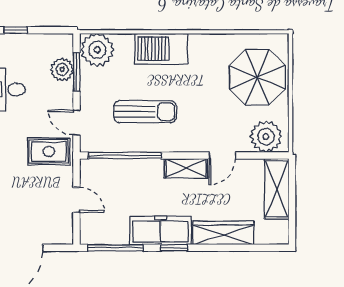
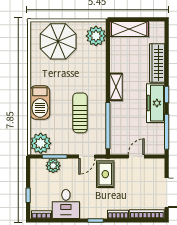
door: (222, 155) -> (108, 64), removed

